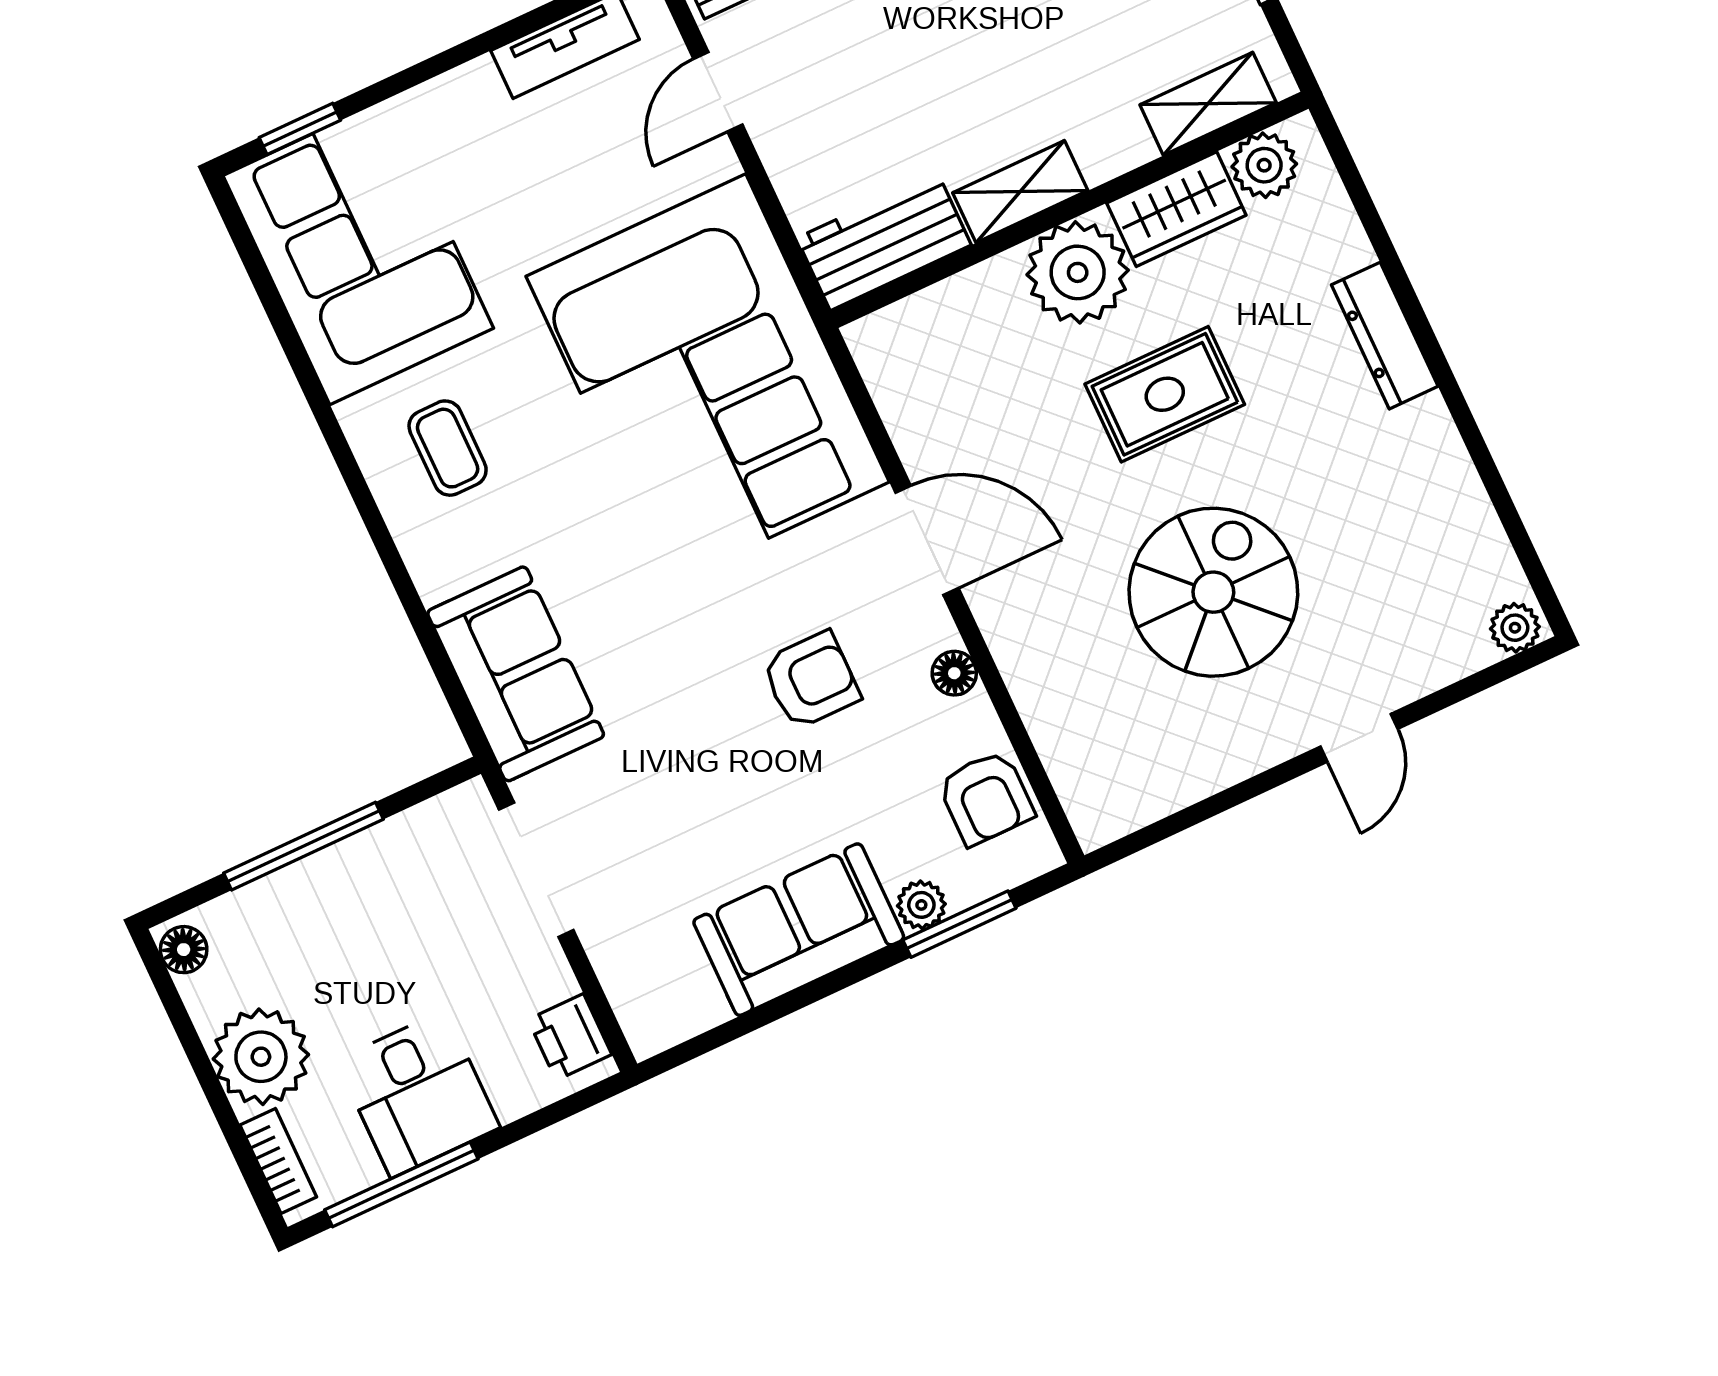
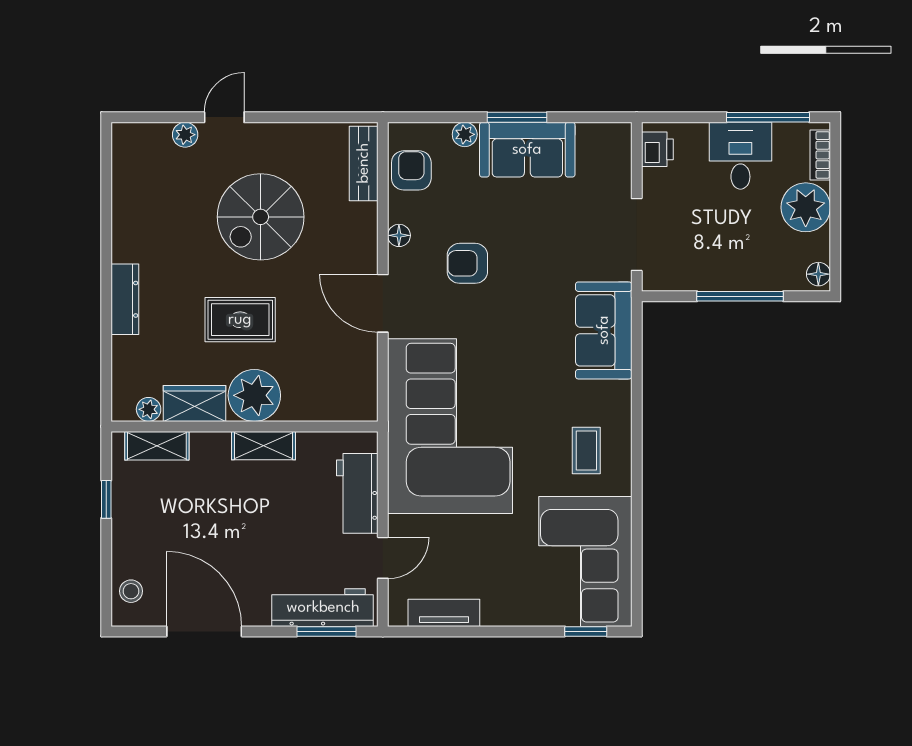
plant: (1264, 165) -> (149, 409), width x0.73, depth x0.73
workbench: (884, 241) -> (357, 493), moved, turned 90
plant: (1515, 628) -> (185, 135), moved
bench: (1076, 771) -> (364, 163), added
window: (959, 924) -> (517, 117), moved

